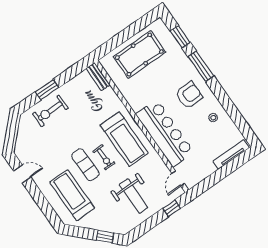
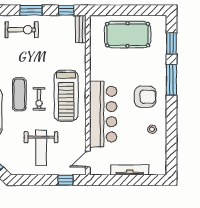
window: (76, 70) -> (66, 10), added
exercise bike: (50, 111) -> (22, 30), turned 180
tv unit: (231, 154) -> (130, 170), moved

